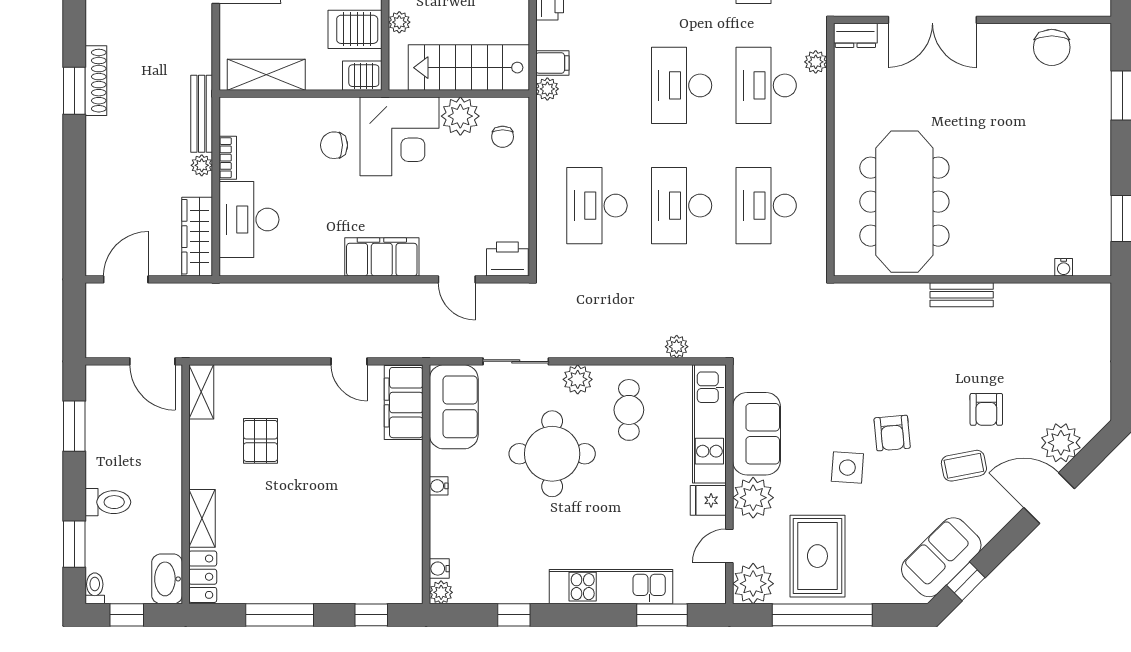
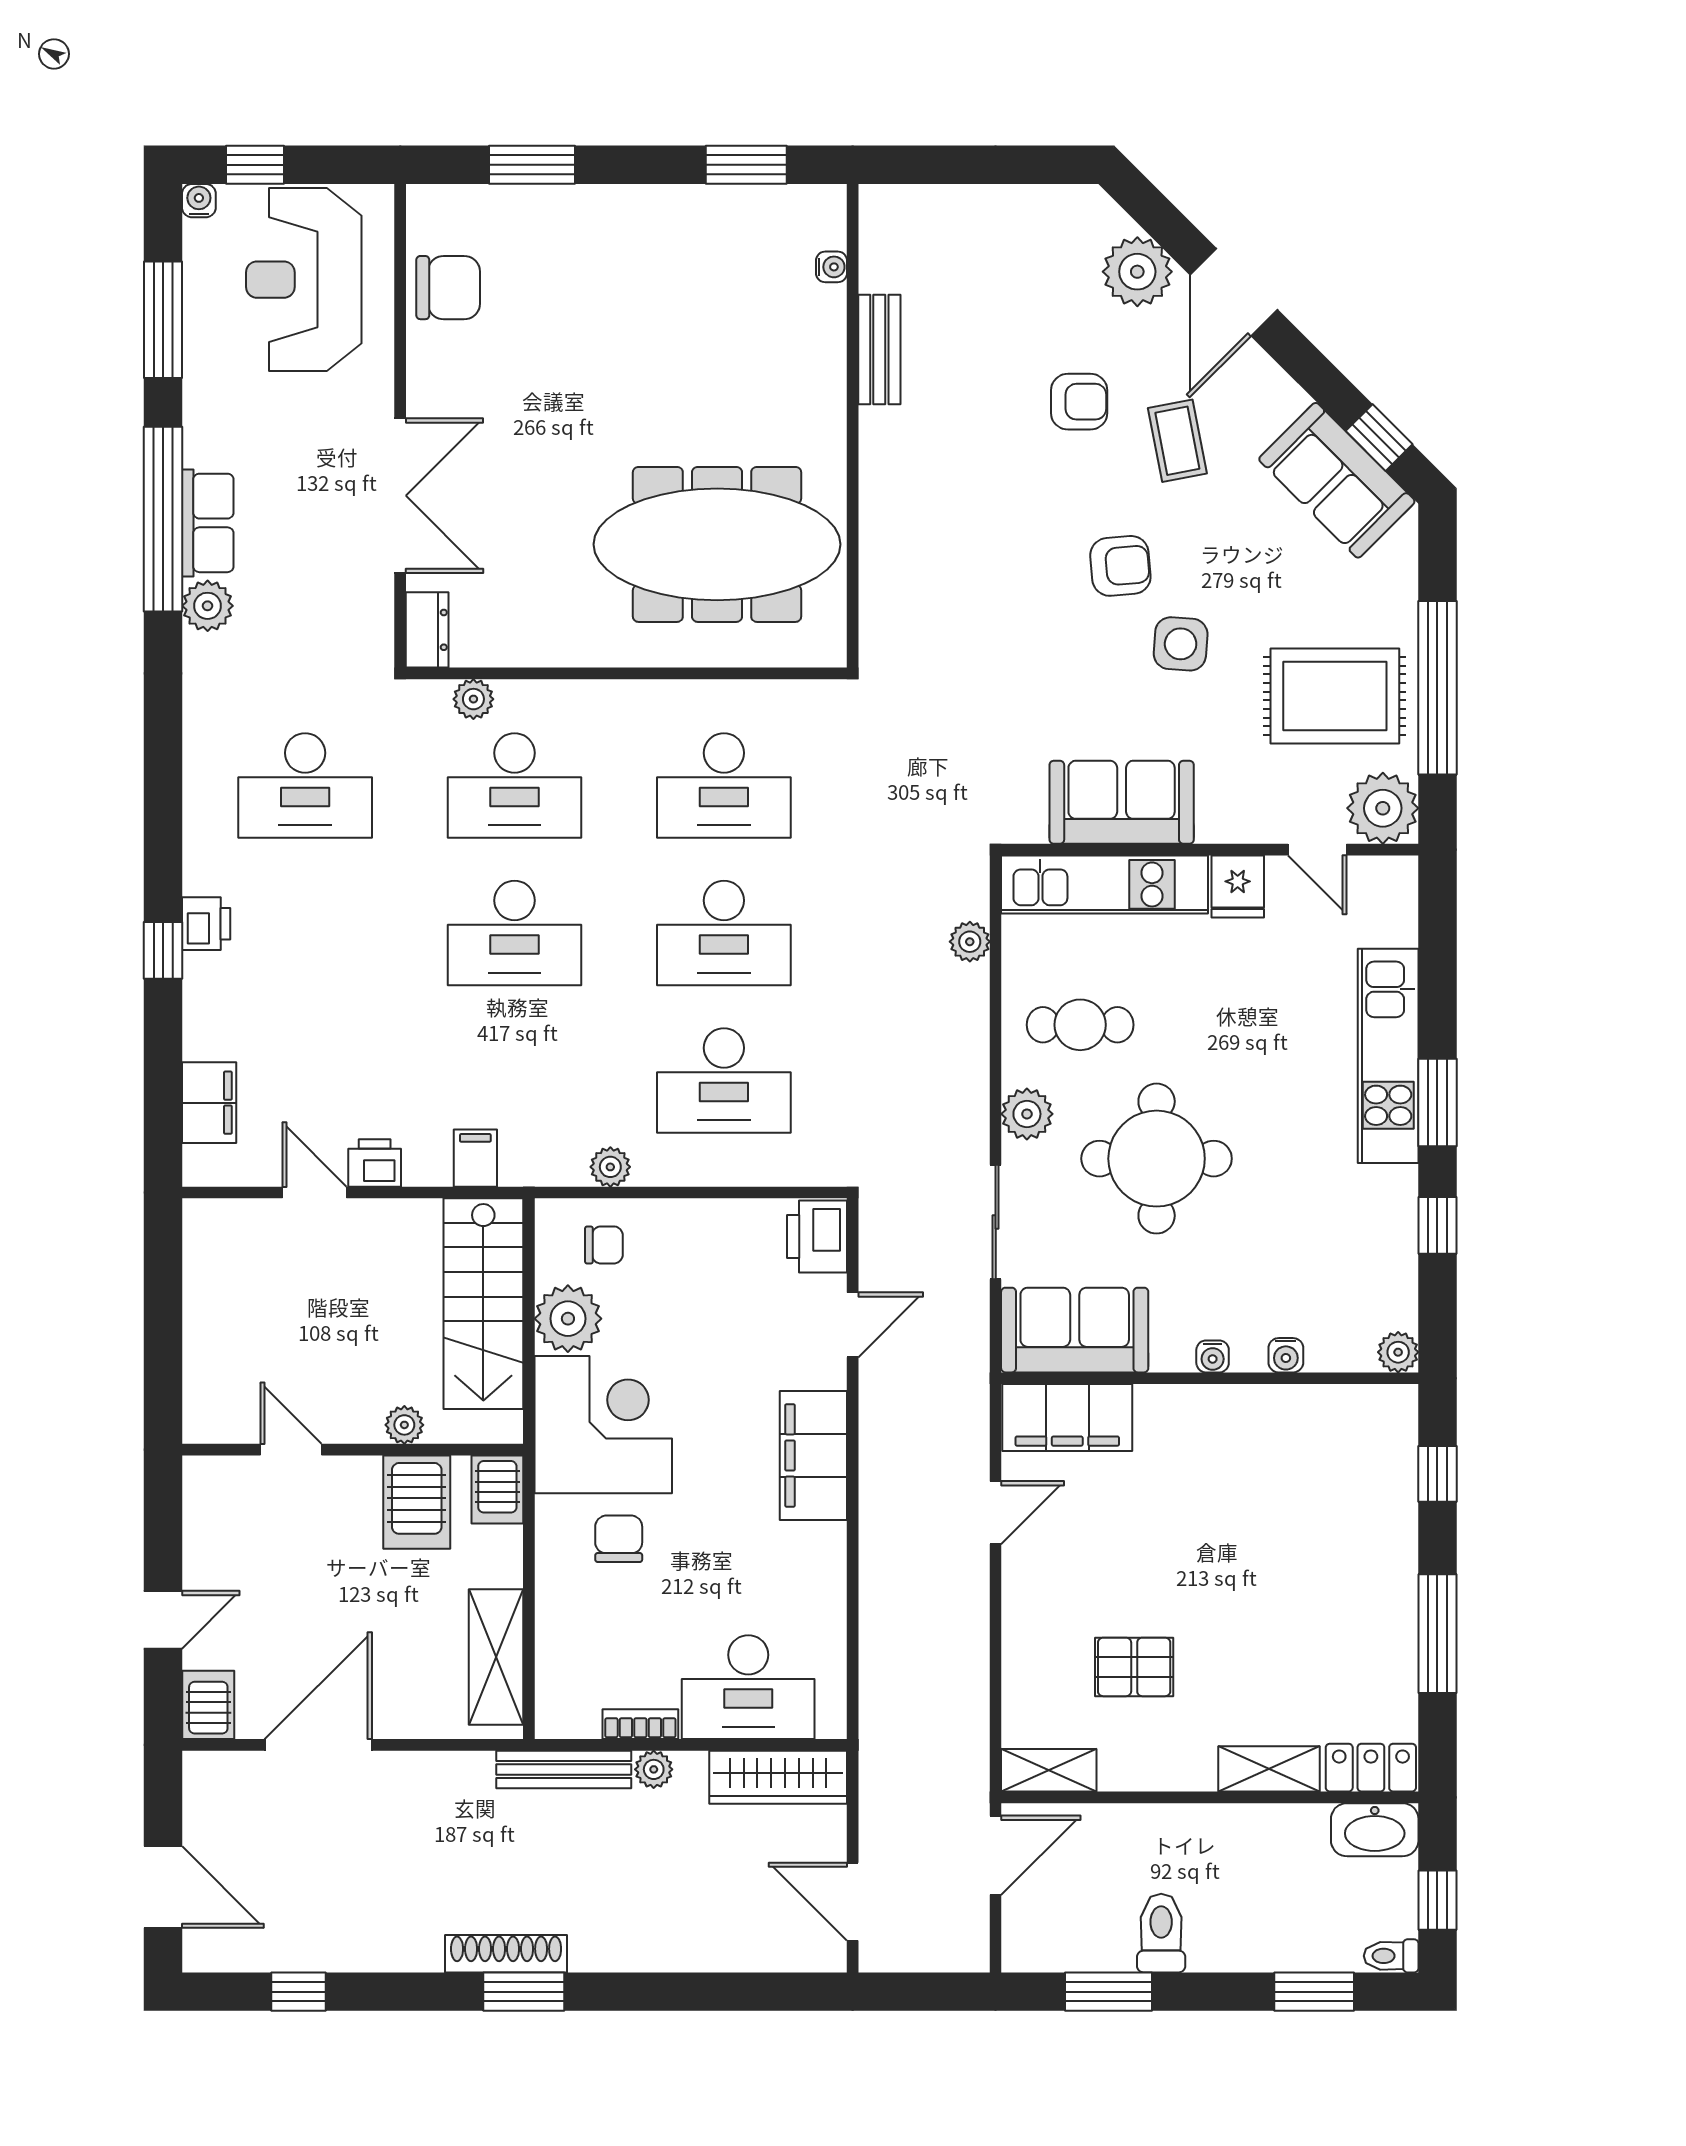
plant: (547, 89) -> (610, 1167), moved
chair: (334, 145) -> (619, 1539), turned 180
bench: (962, 295) -> (879, 350), moved
plant: (753, 498) -> (1233, 808), removed
toilet: (108, 502) -> (1161, 1933), moved
water cooler: (439, 569) -> (1286, 1355), moved
window: (662, 615) -> (1437, 1103), moved

